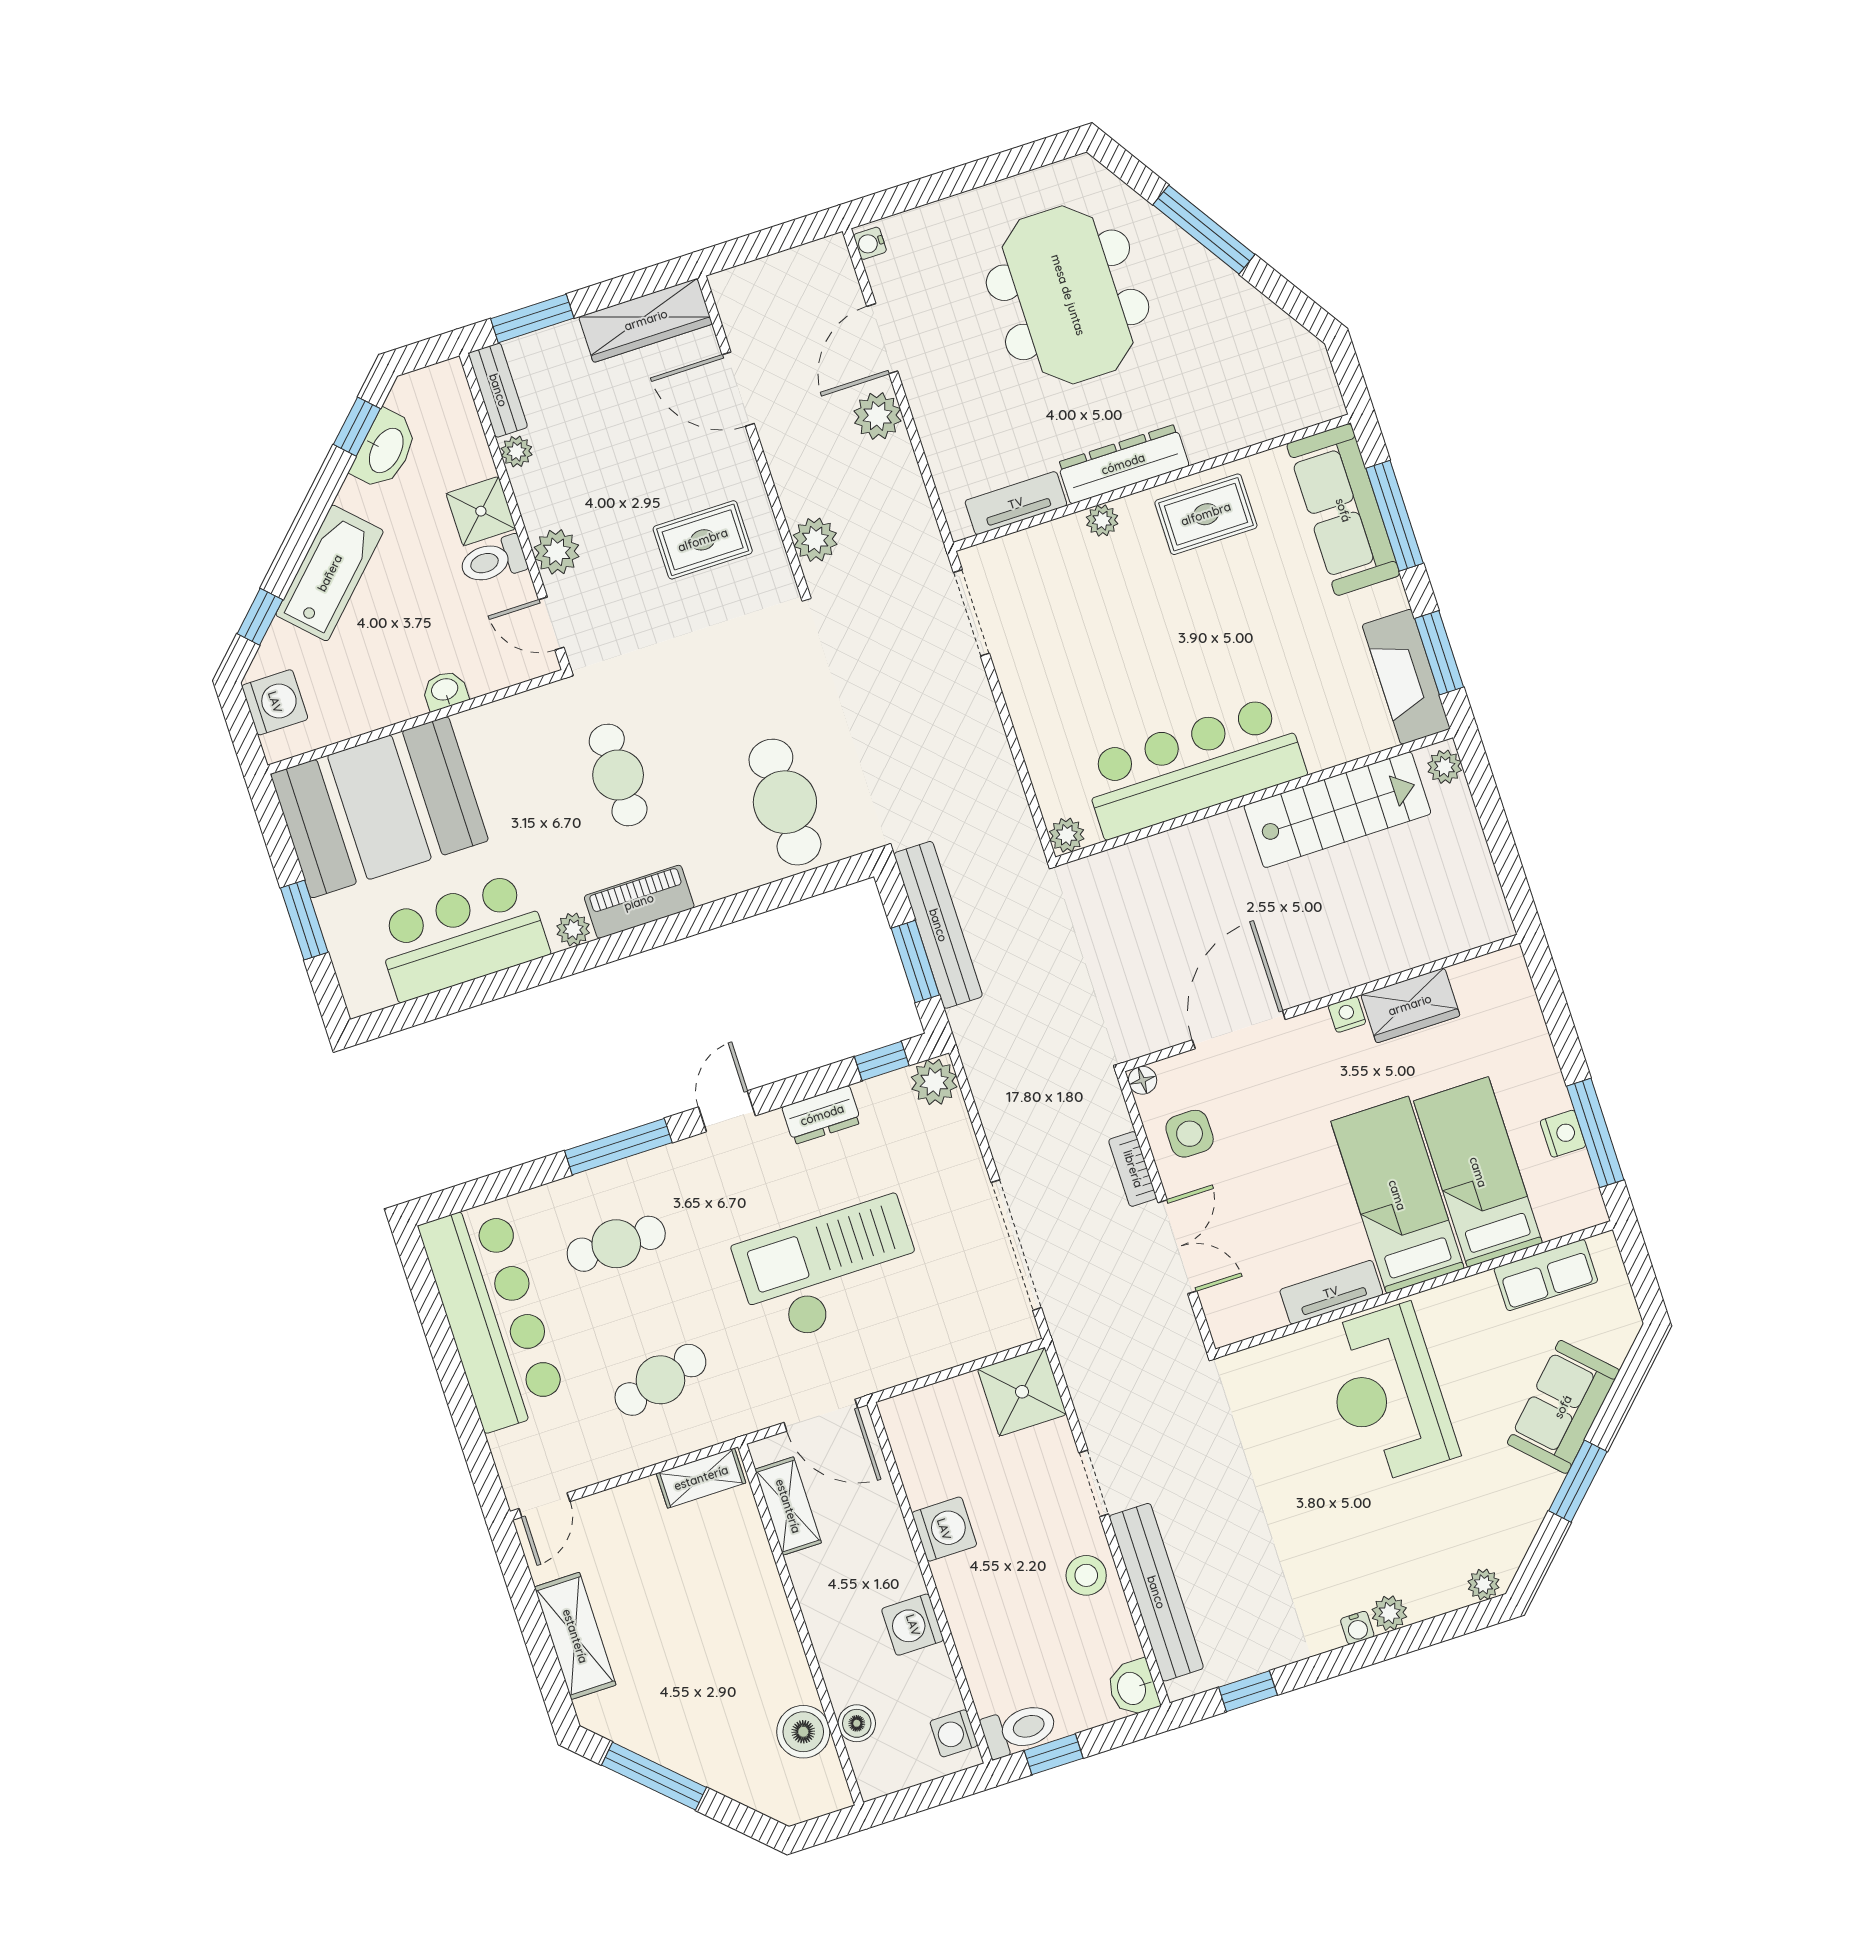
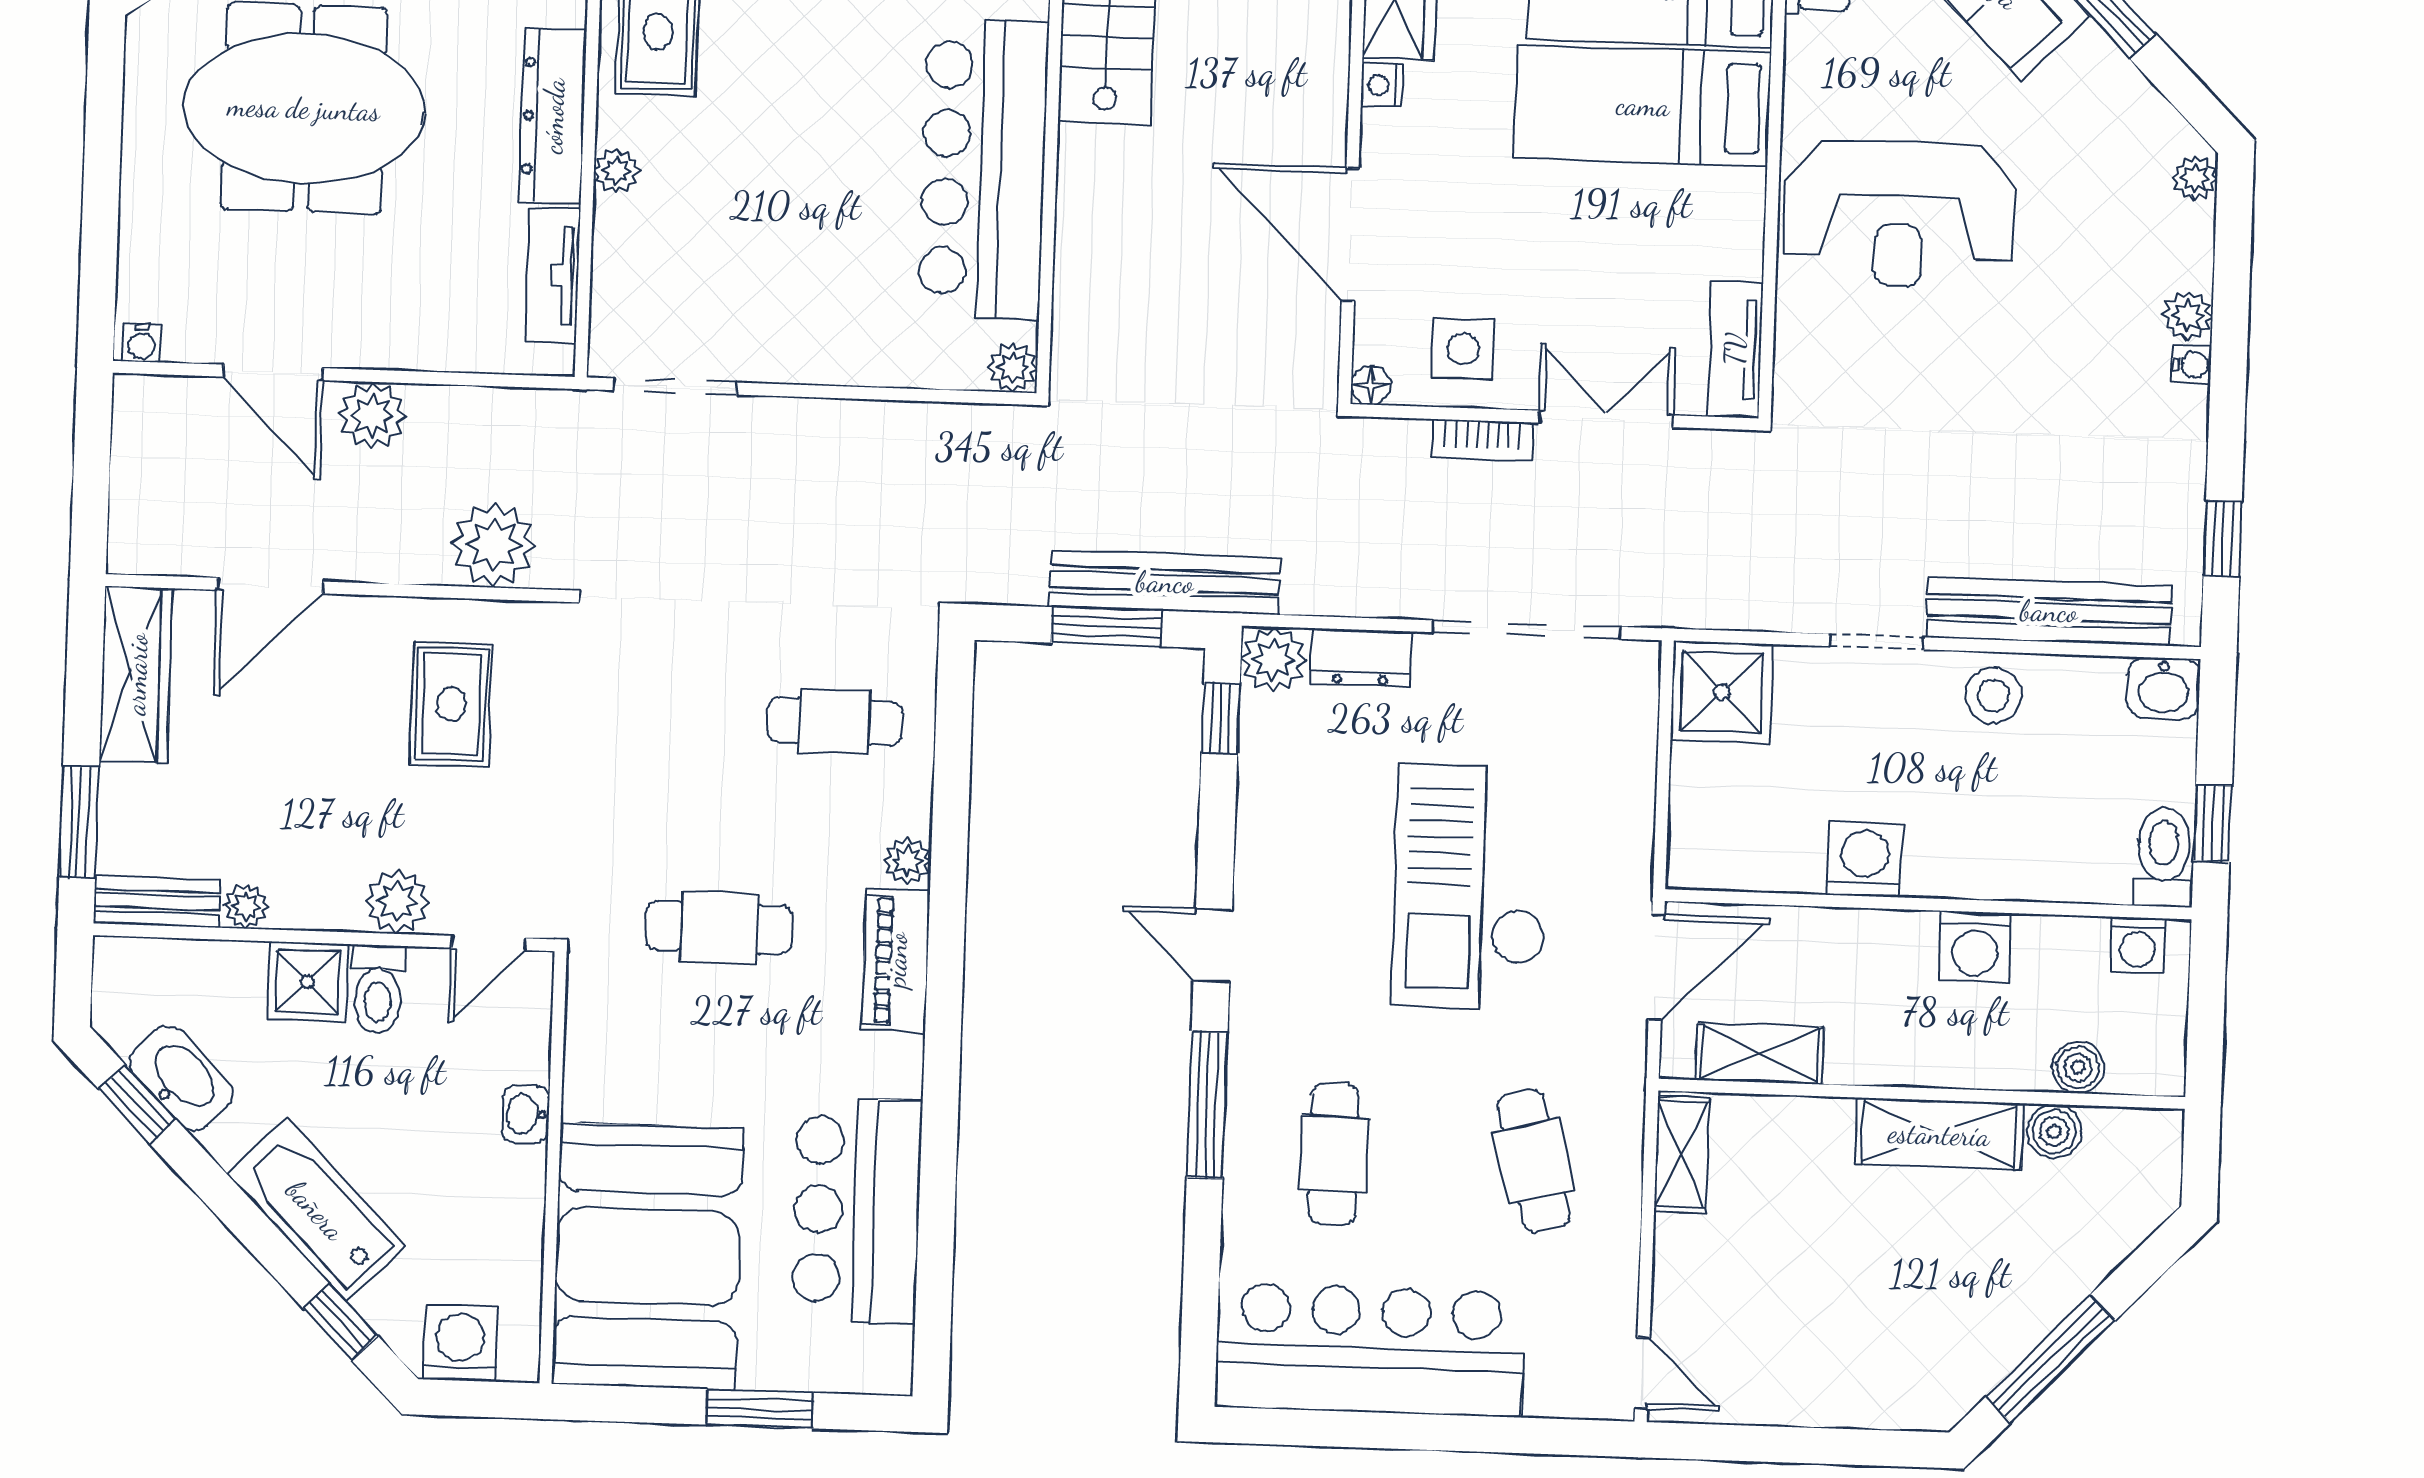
plant: (815, 540) -> (494, 545), width x1.36, depth x1.36
cafe table: (785, 802) -> (835, 722), width x0.73, depth x0.74
bench: (938, 925) -> (1165, 582), moved
plant: (573, 929) -> (908, 861), moved
dresser: (822, 1115) -> (1361, 658), moved, turned 90
tv unit: (1331, 1292) -> (1735, 349), moved
shelving: (575, 1636) -> (1939, 1134), moved
boiler: (803, 1732) -> (2054, 1131), width x0.73, depth x0.73

